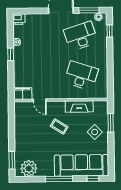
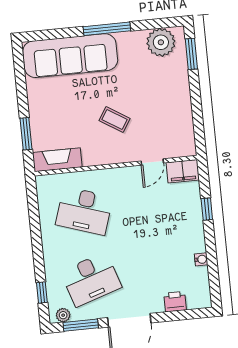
printer: (19, 19) -> (175, 302), moved
window: (11, 54) -> (207, 209), moved
door: (40, 100) -> (152, 162), swing flipped
fireplace: (79, 106) -> (57, 160), moved
side table: (95, 132) -> (52, 115), removed
window: (93, 178) -> (48, 35), removed

